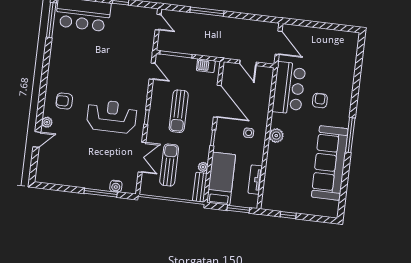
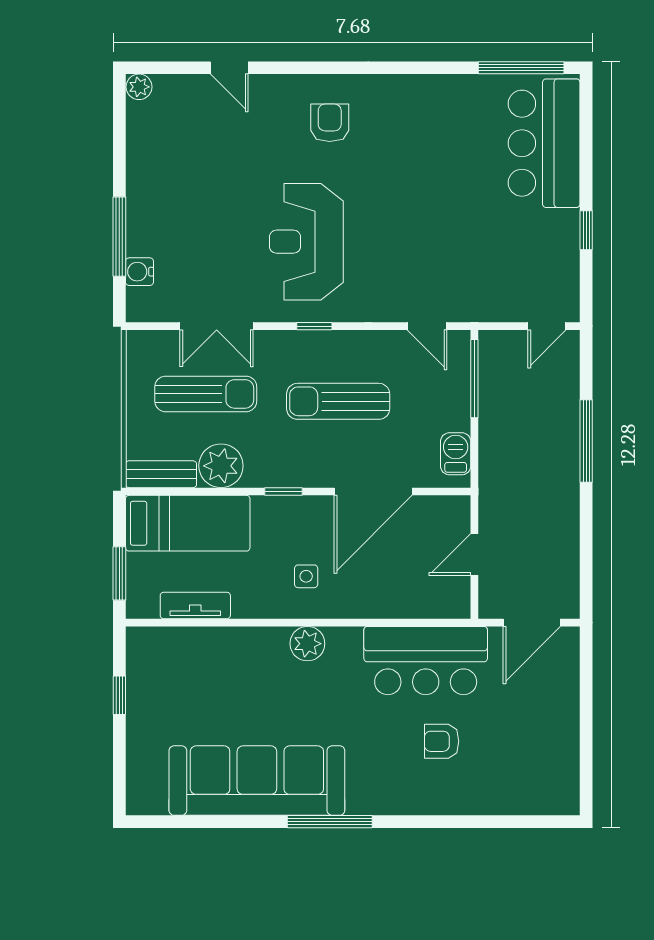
door: (152, 71) -> (427, 326), hinge flipped
armchair: (320, 101) -> (442, 741), moved, turned 180
reception desk: (112, 116) -> (306, 242), turned 180
plant: (47, 122) -> (139, 87), moved
plant: (203, 167) -> (221, 466), width x1.88, depth x1.88

